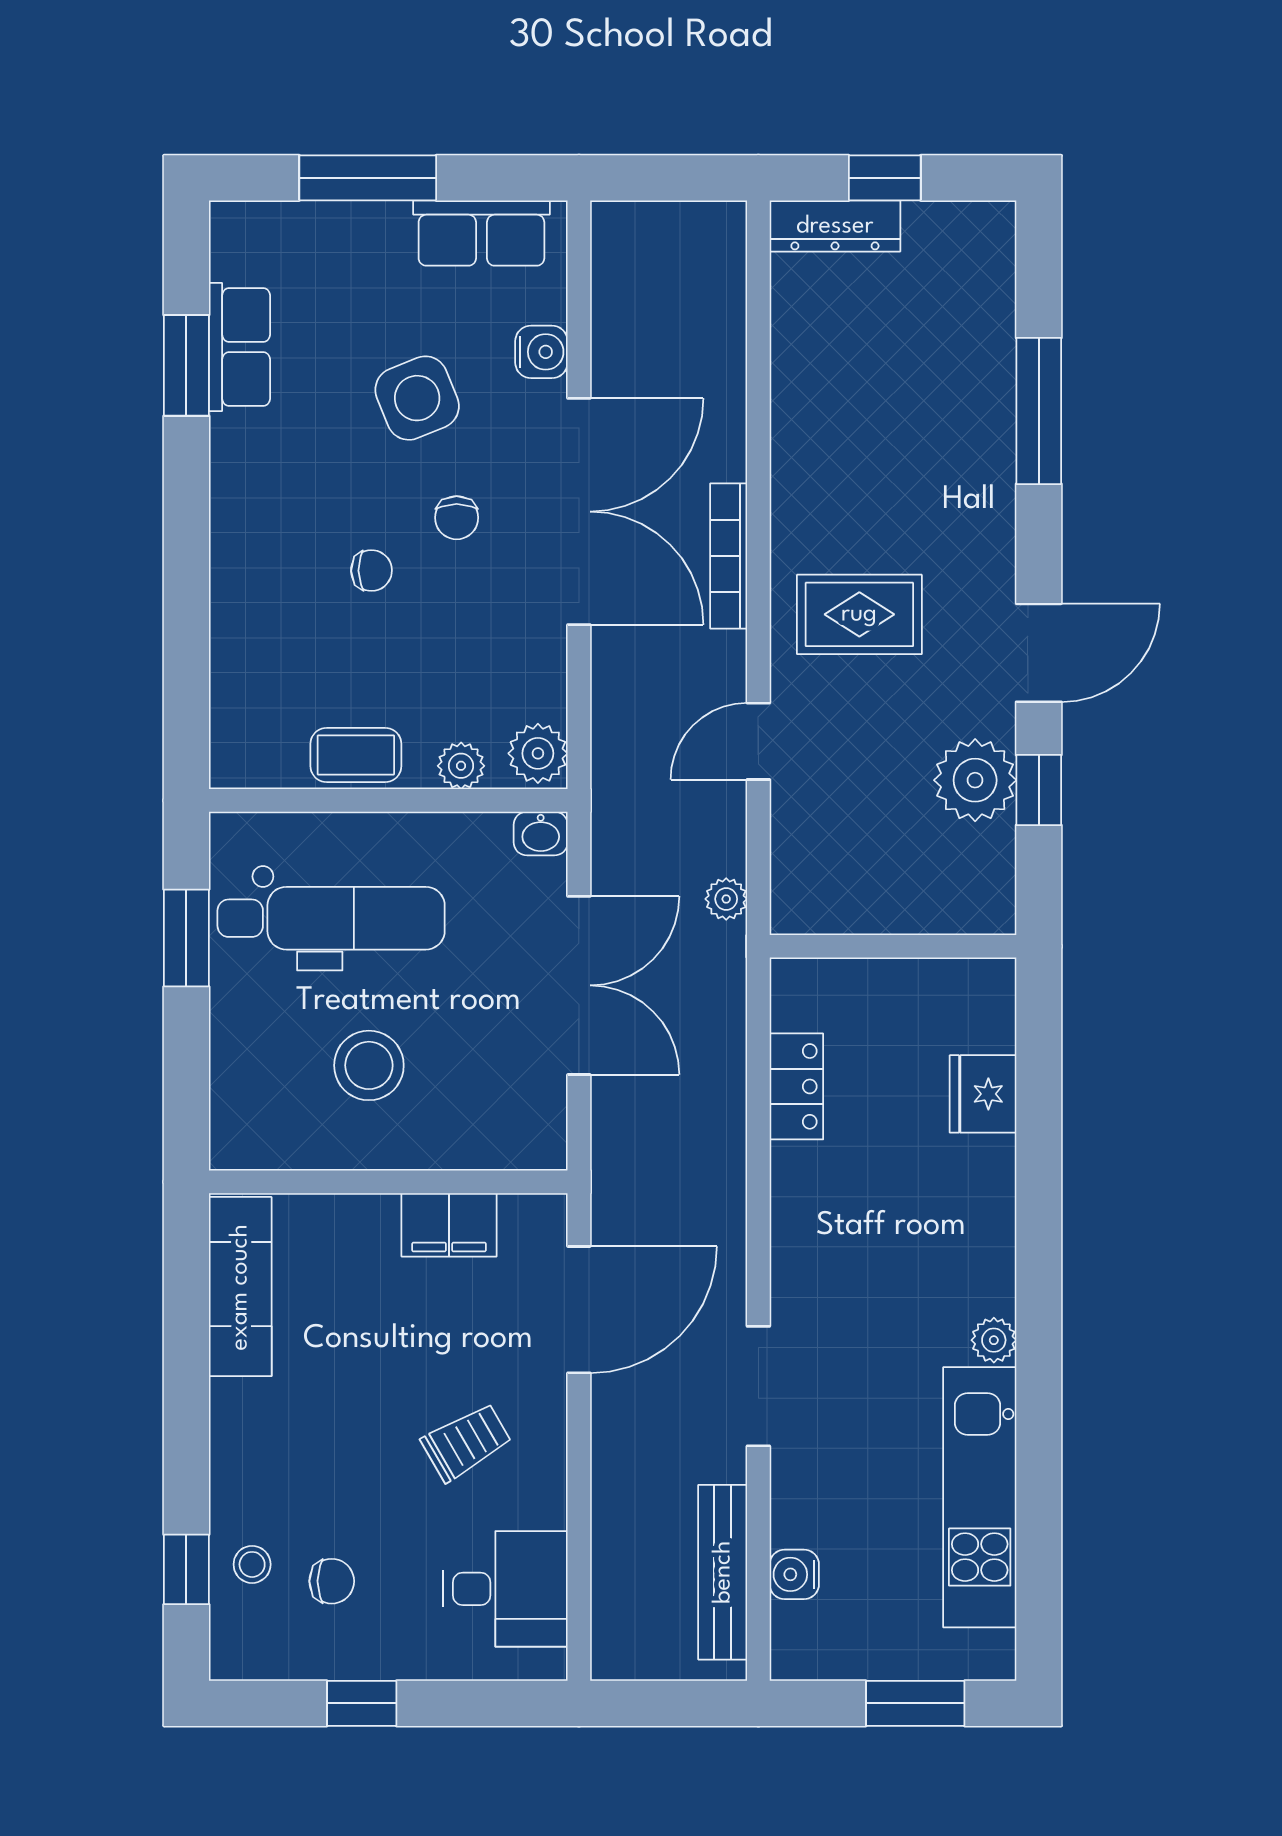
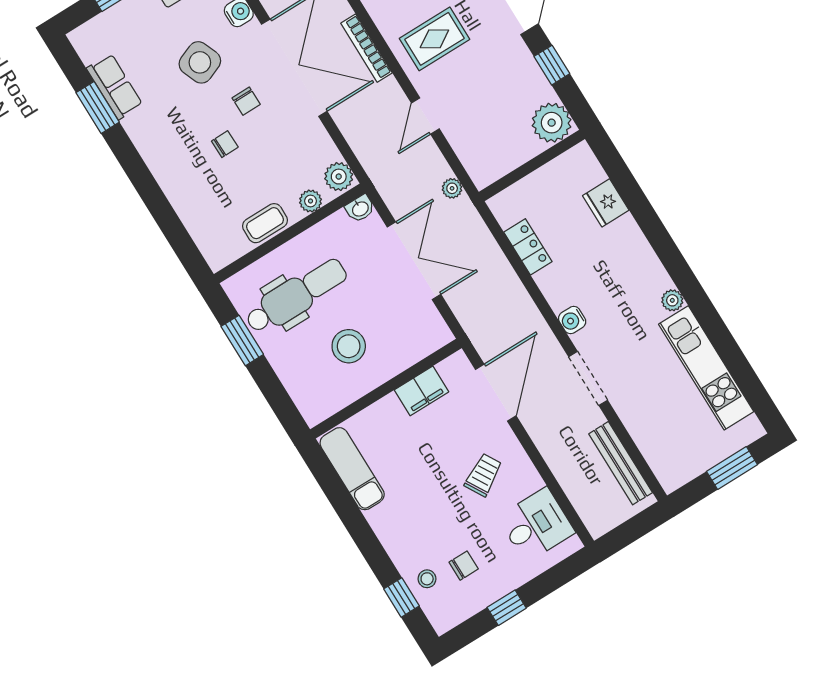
plant: (975, 780) -> (552, 123), moved
water cooler: (794, 1574) -> (572, 320), moved

